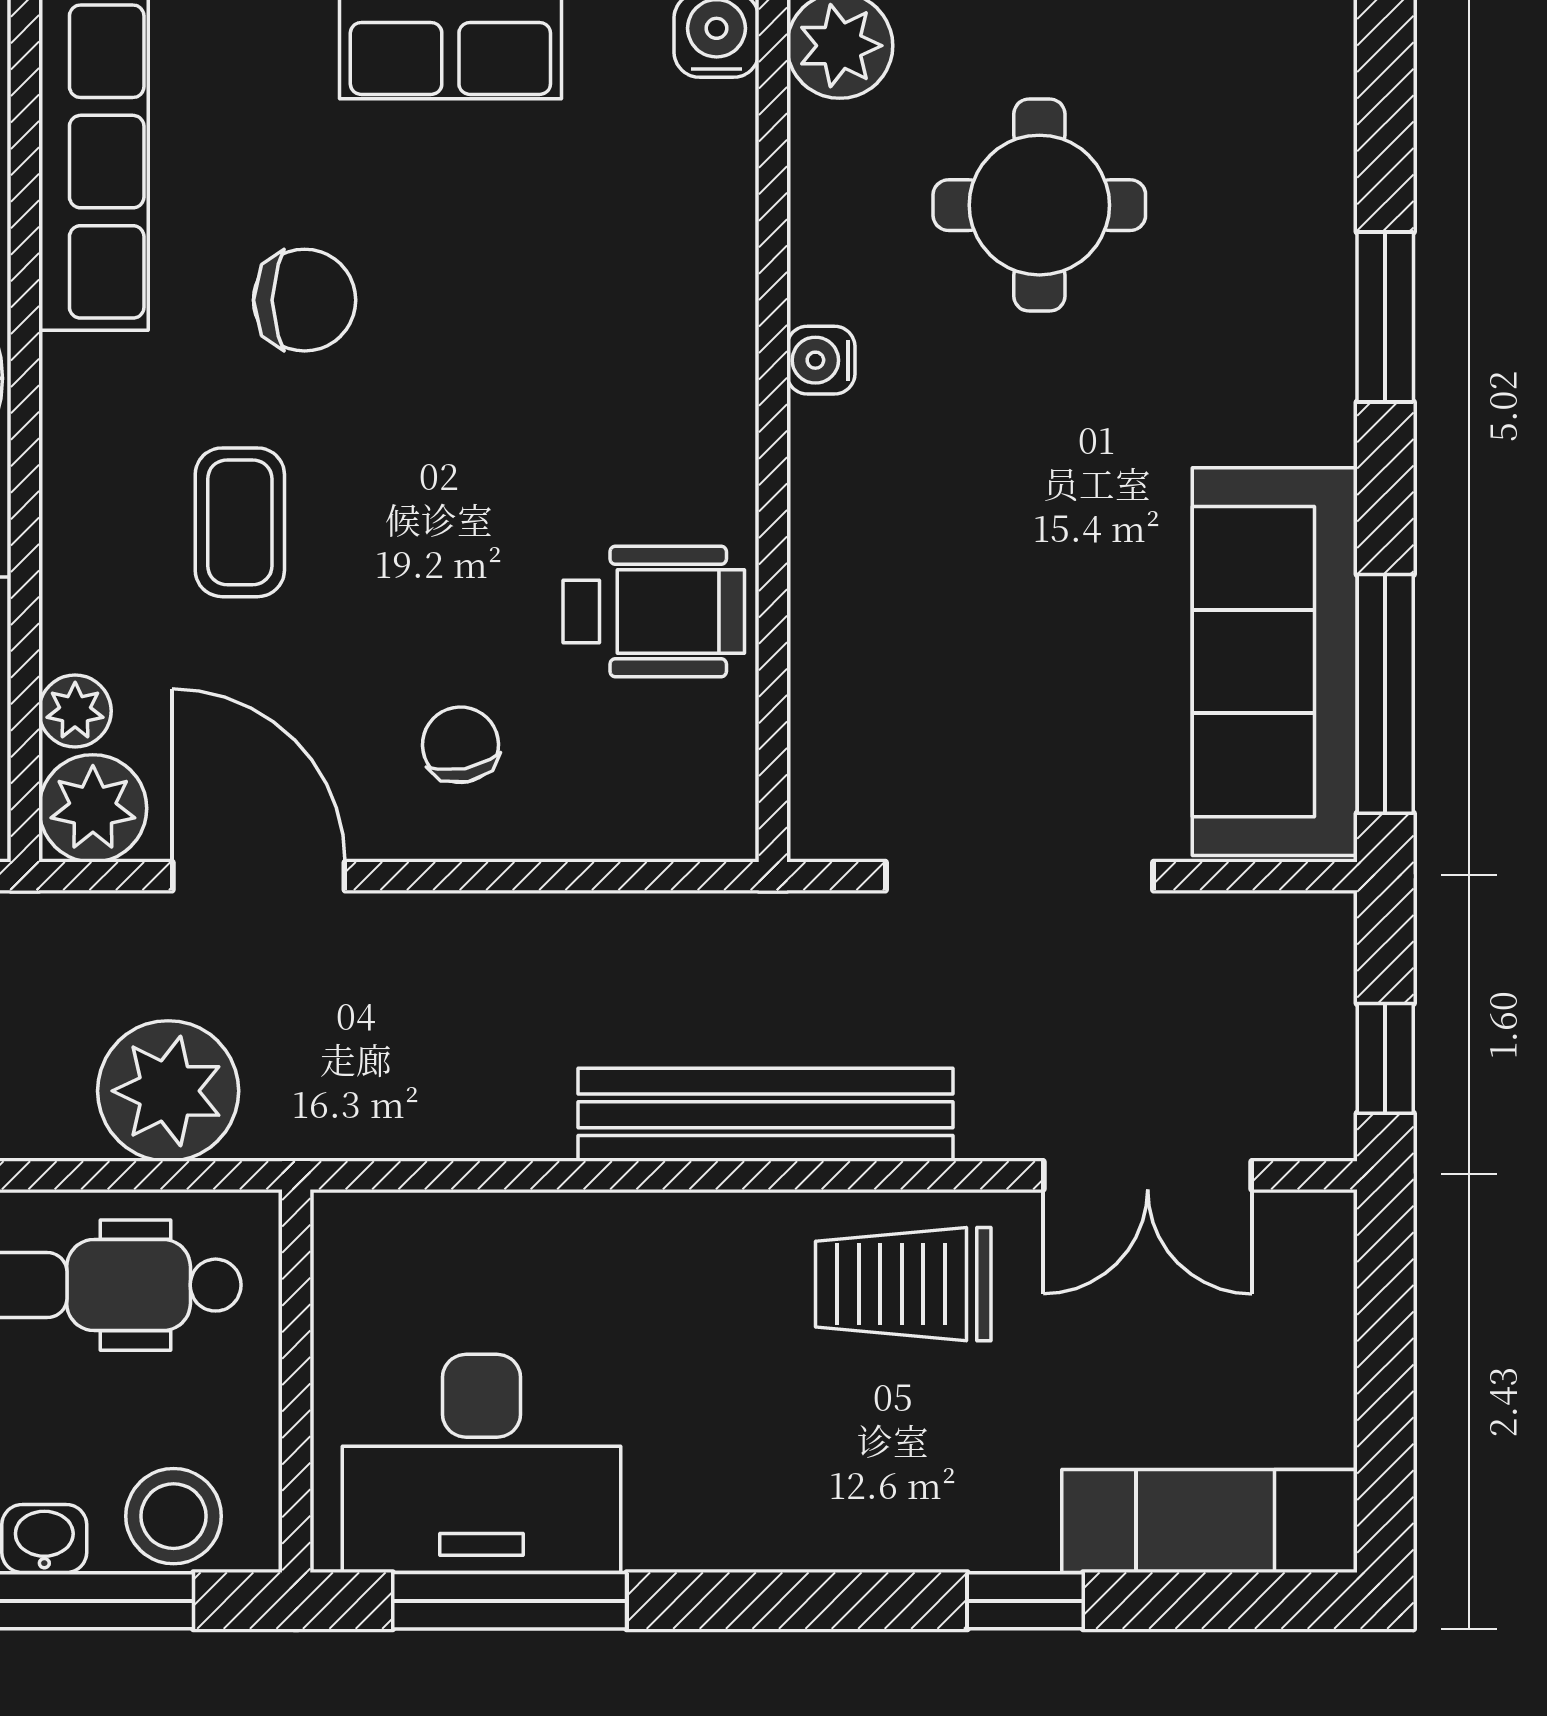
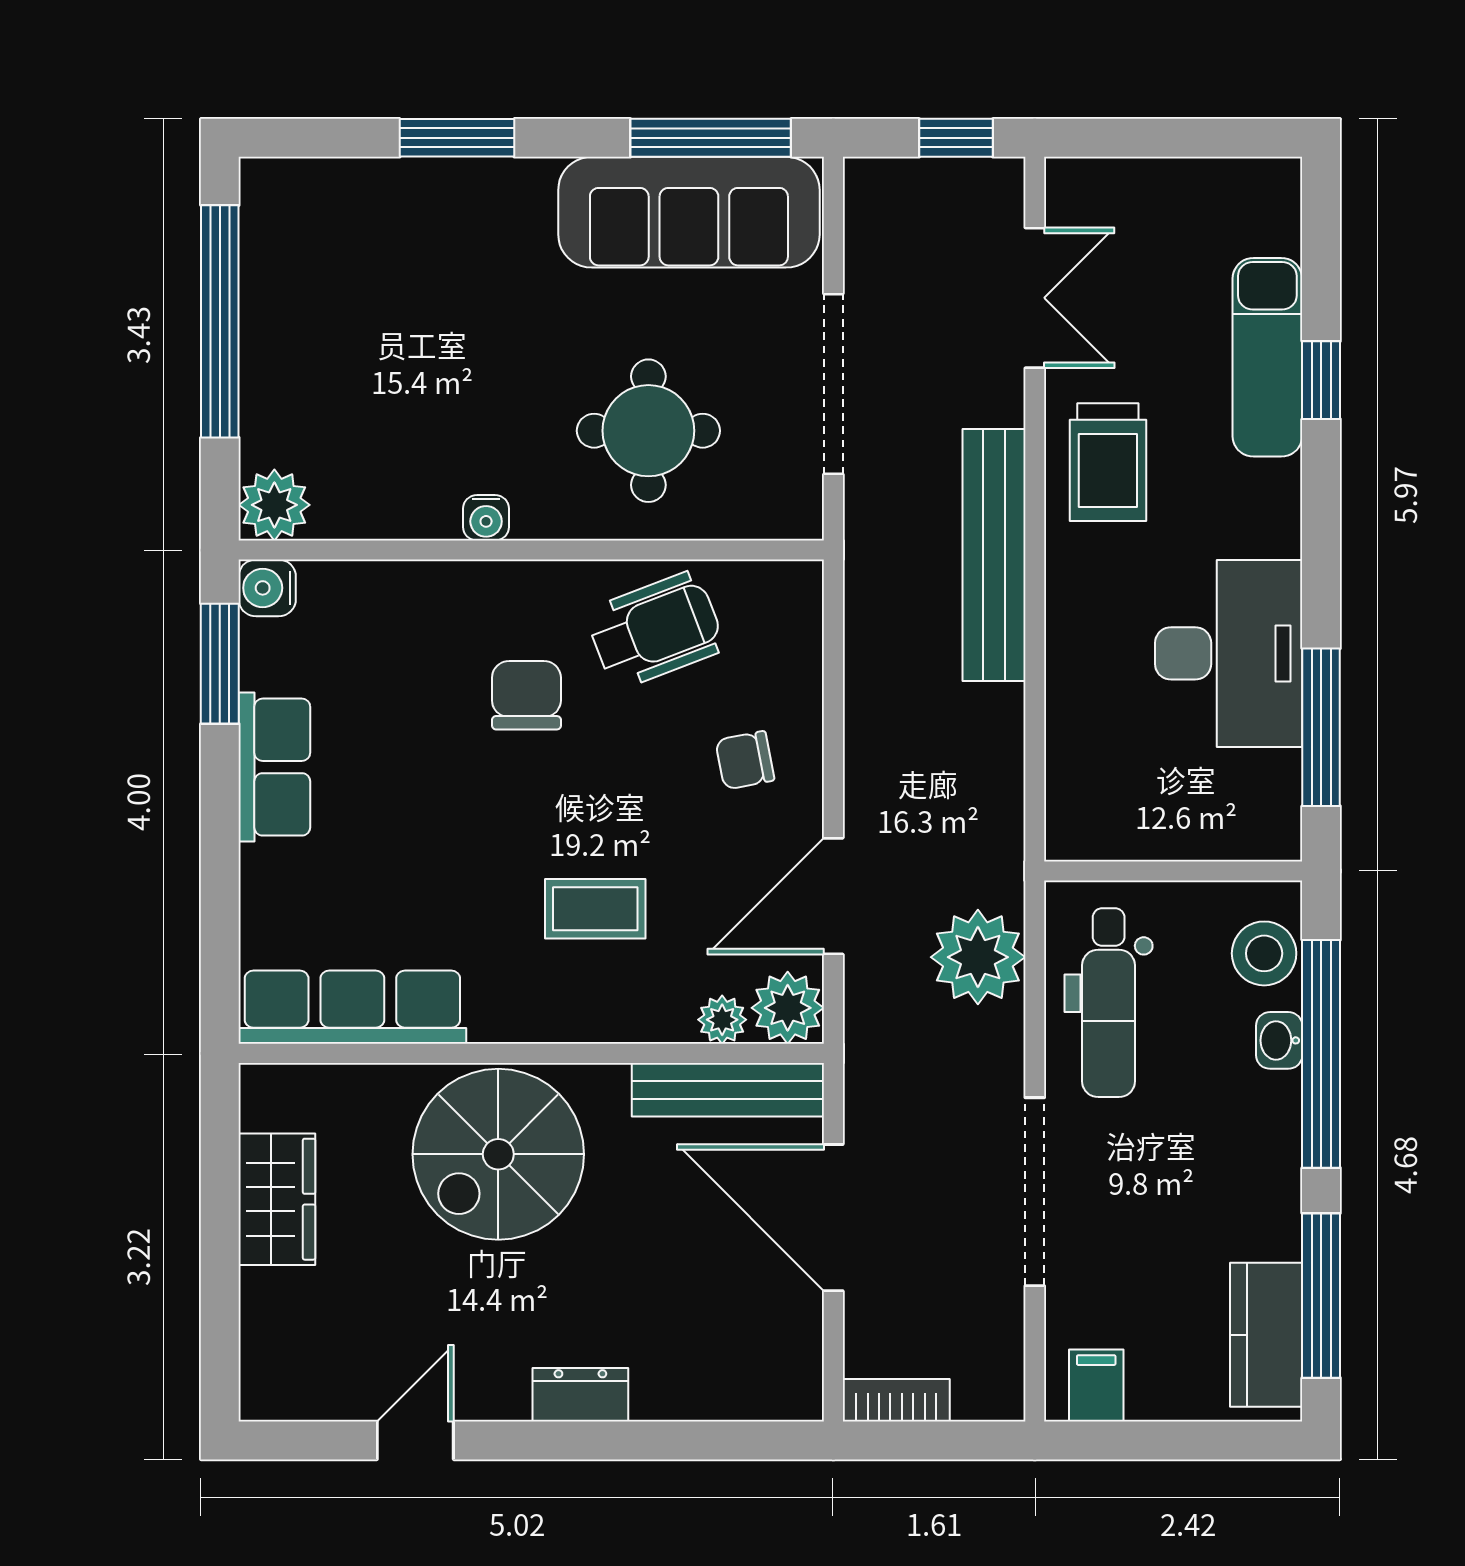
round table: (1039, 205) -> (648, 431), moved
chair: (305, 300) -> (526, 695), moved
wheelchair: (654, 612) -> (655, 630), turned 69
desk: (482, 1463) -> (1229, 653), moved
exam couch: (1210, 1521) -> (1267, 357), moved

